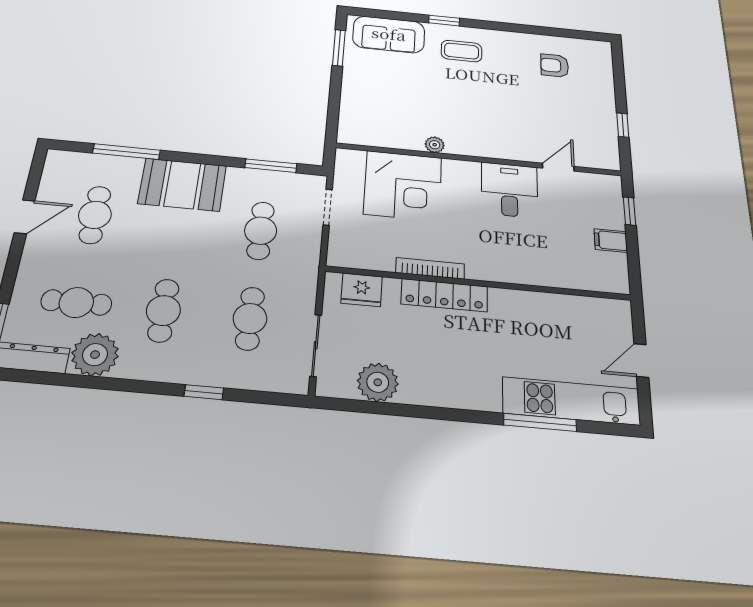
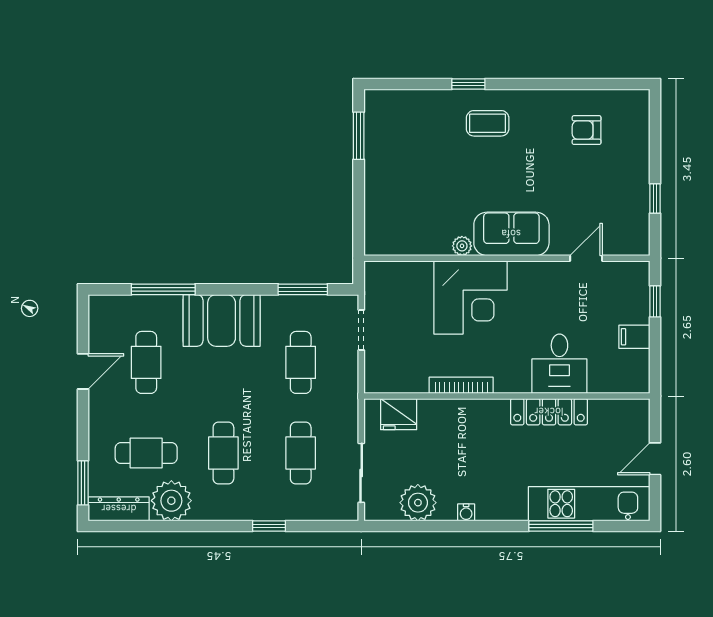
sofa: (389, 34) -> (511, 234), moved, turned 180
corner desk: (403, 186) -> (470, 297), moved
desk: (509, 190) -> (559, 364), moved, turned 180
locker: (444, 295) -> (549, 412), moved
water cooler: (432, 398) -> (466, 512), added

